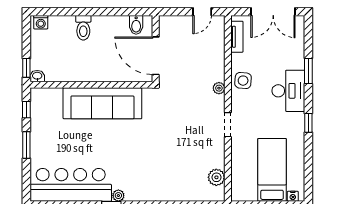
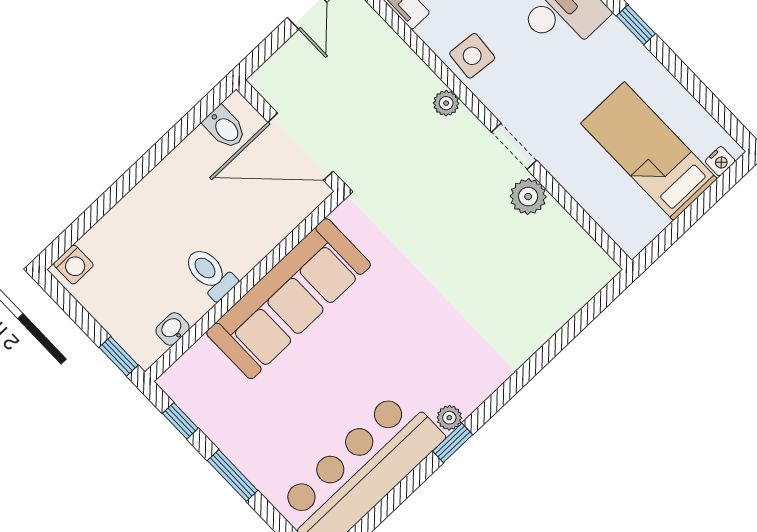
toilet: (83, 28) -> (210, 273), moved, turned 180
washbasin: (37, 76) -> (173, 329), moved
plant: (216, 177) -> (528, 197), moved

